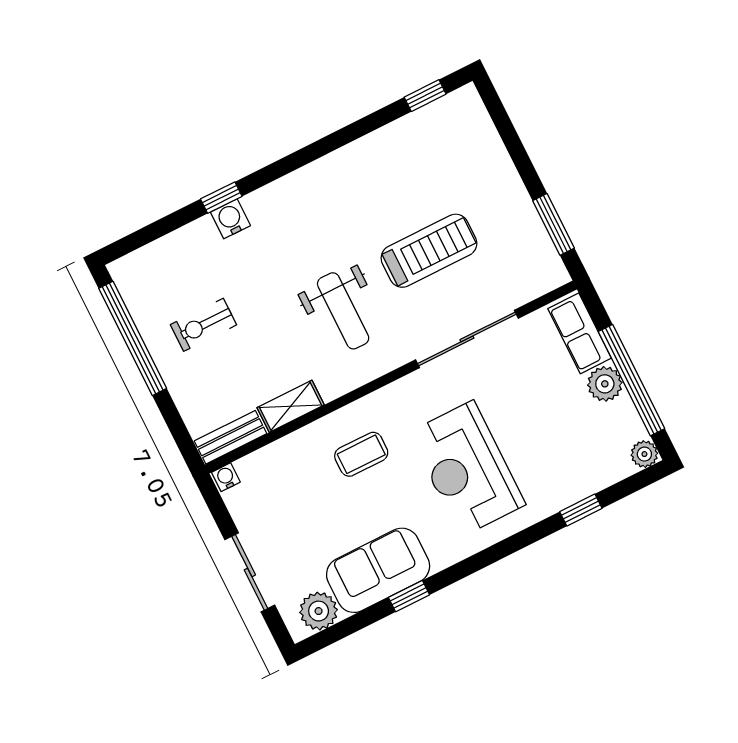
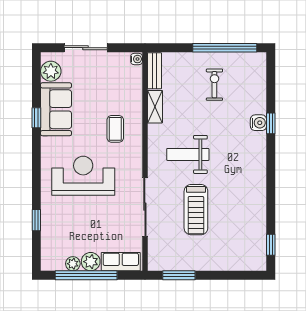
plant: (644, 454) -> (73, 264), moved

